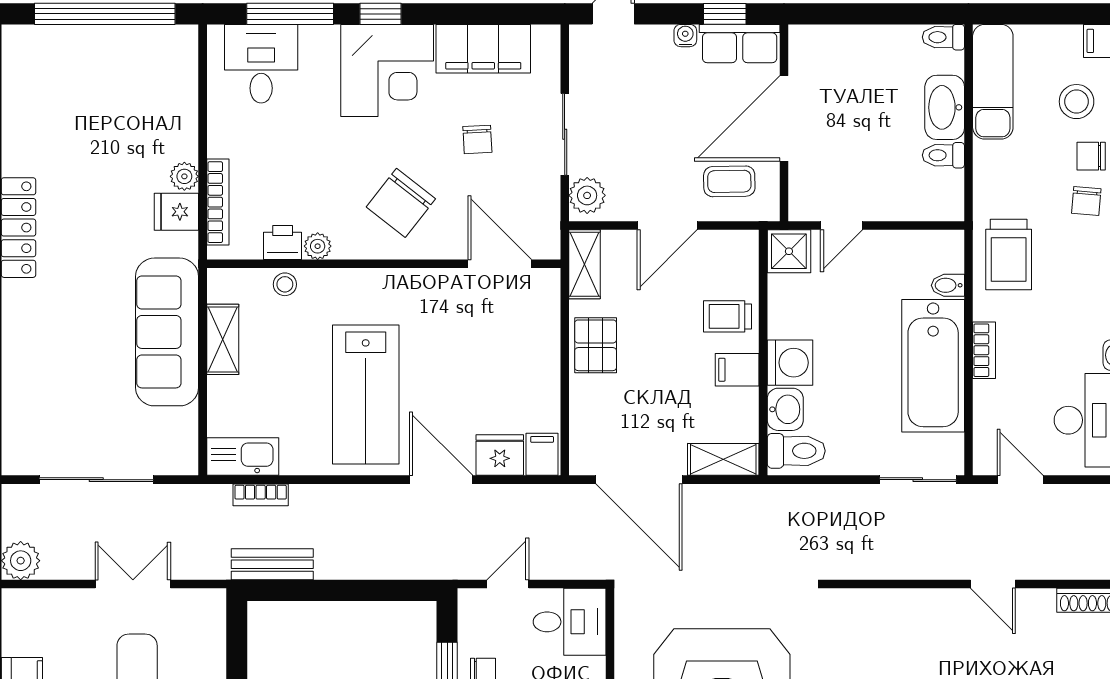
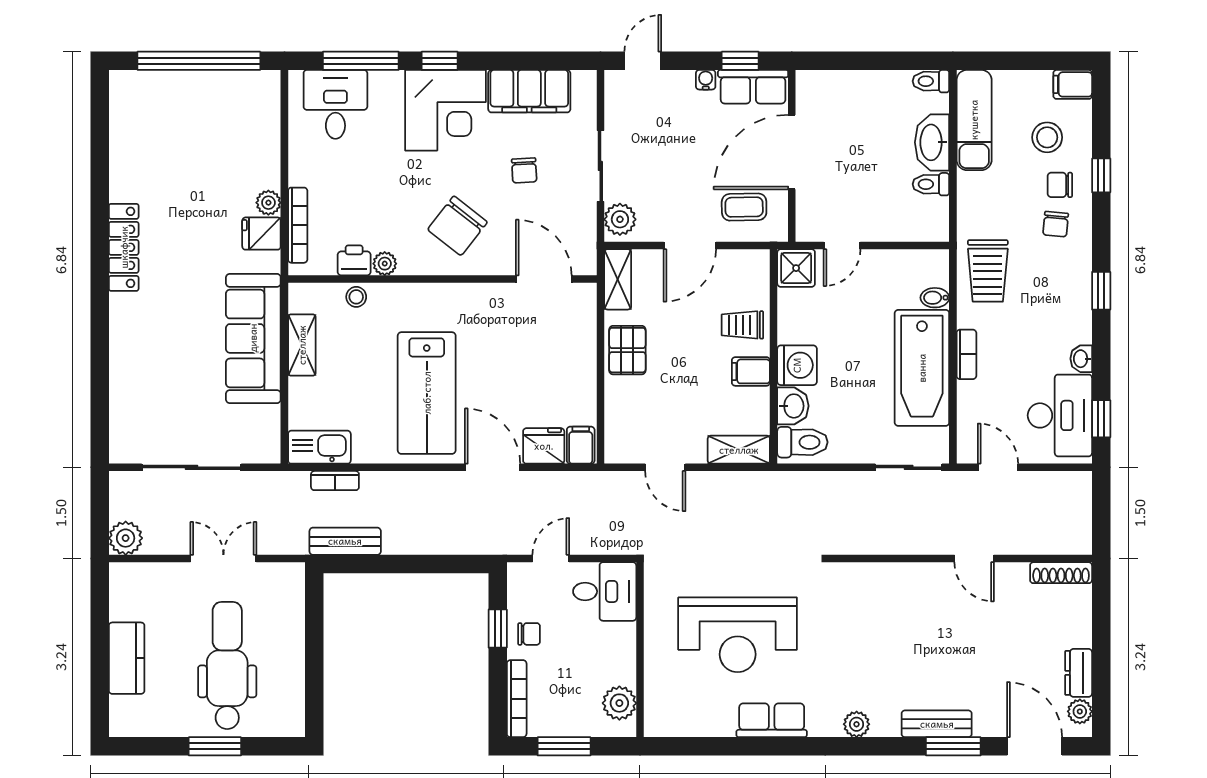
door: (639, 480) -> (665, 467), width x0.53

